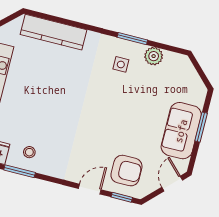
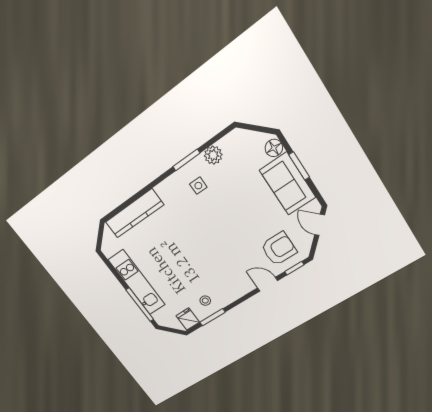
floor lamp: (198, 97) -> (274, 148), added
door: (90, 189) -> (268, 284), hinge flipped

